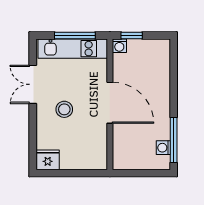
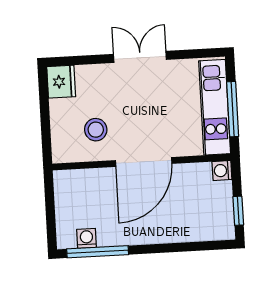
window: (132, 35) -> (238, 211), moved
double door: (33, 84) -> (140, 57), moved
stool: (64, 109) -> (96, 130), moved

